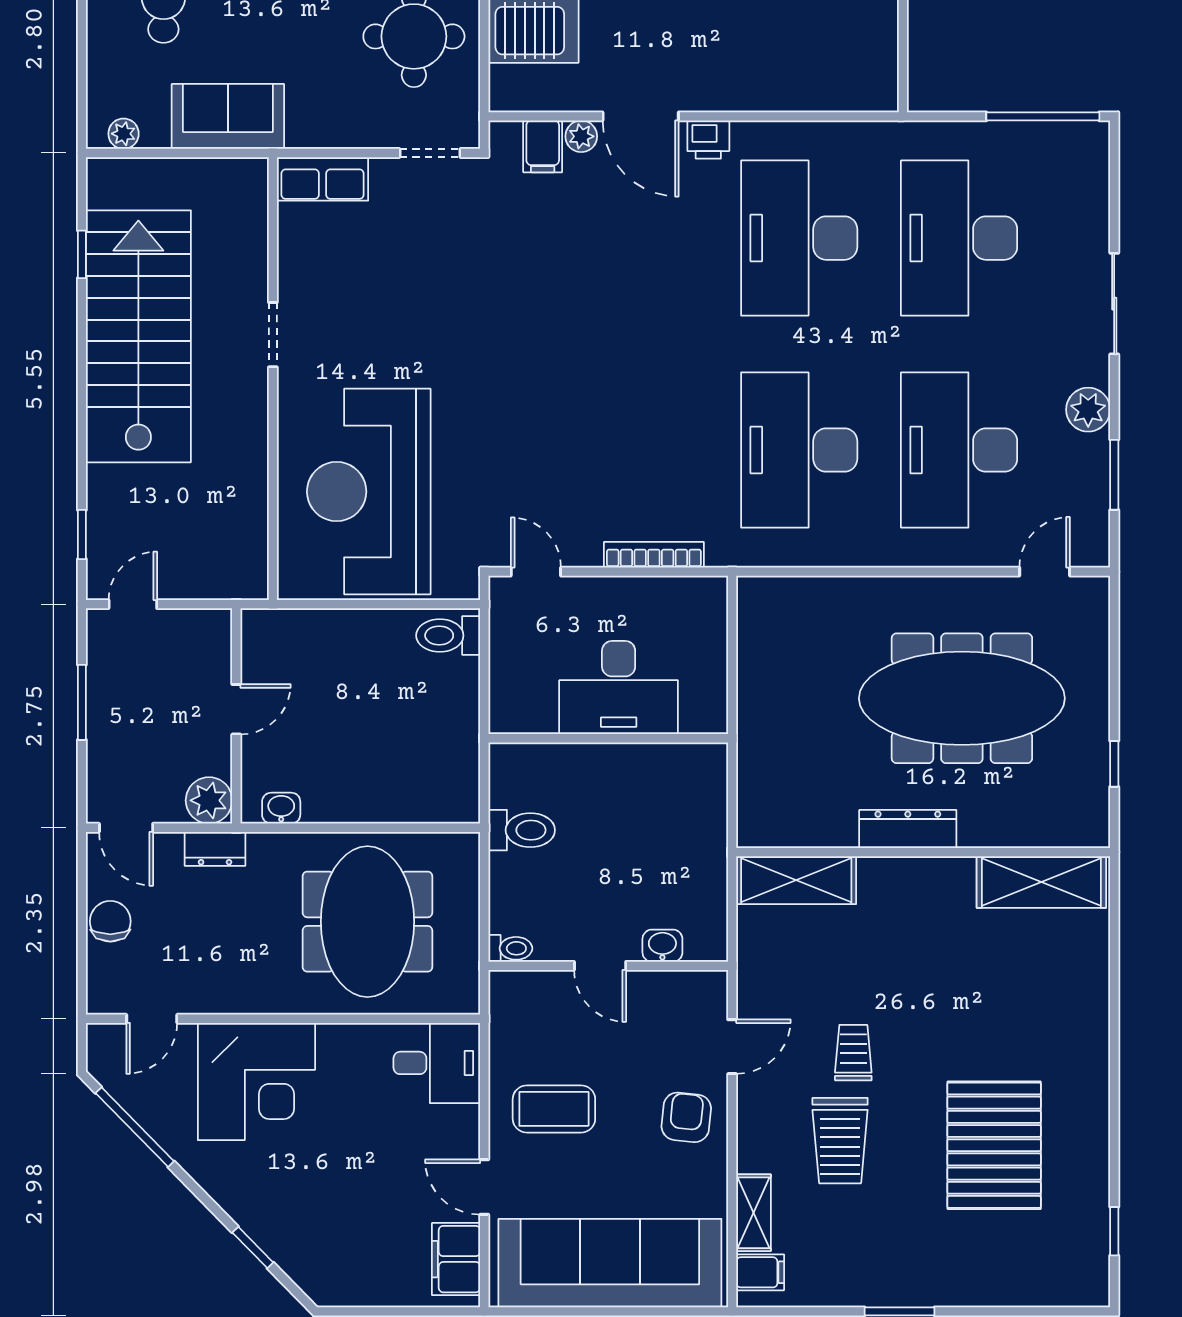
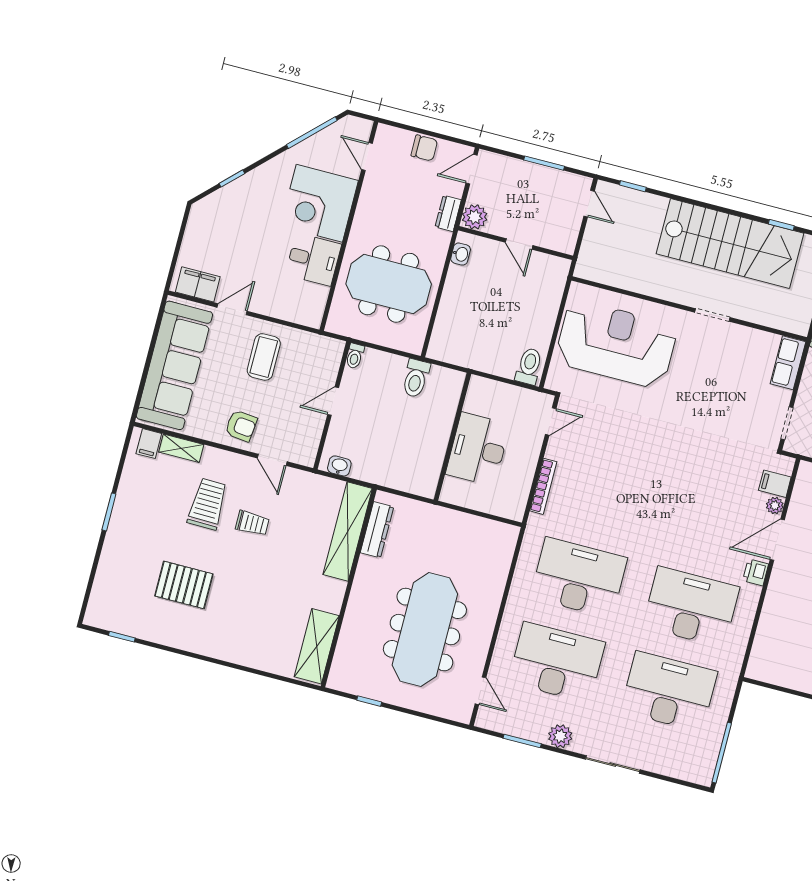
dresser: (908, 829) -> (377, 530), moved
shelving: (796, 880) -> (348, 532), width x1.47
washbasin: (662, 946) -> (339, 466), moved, turned -90
desk: (437, 1063) -> (313, 259), moved, turned -90
trolley: (840, 1141) -> (208, 504), turned 91
pallet: (994, 1145) -> (184, 585), width x0.73, depth x0.71

